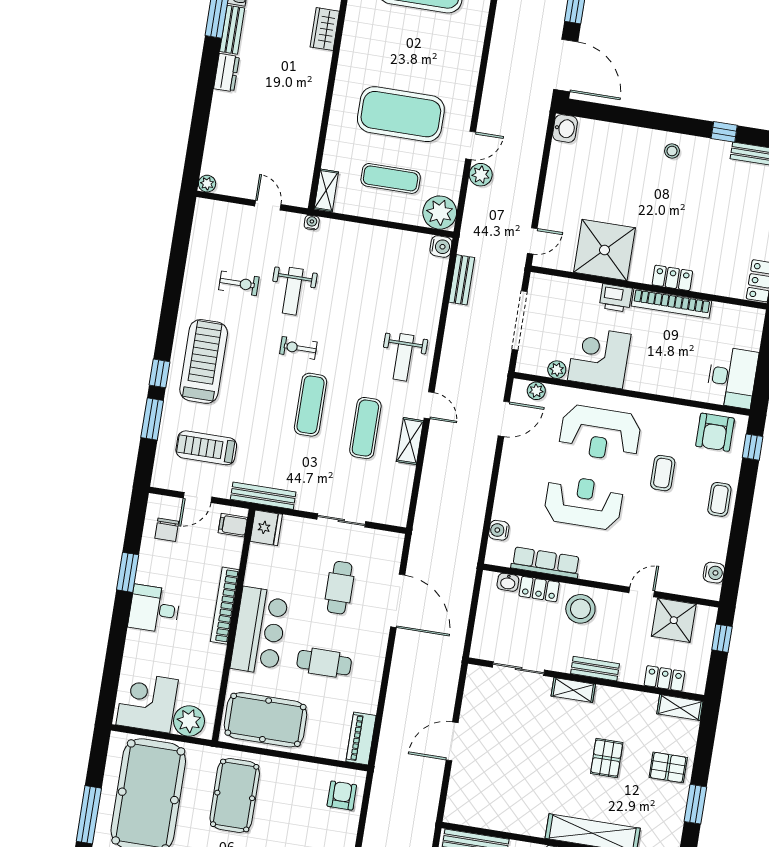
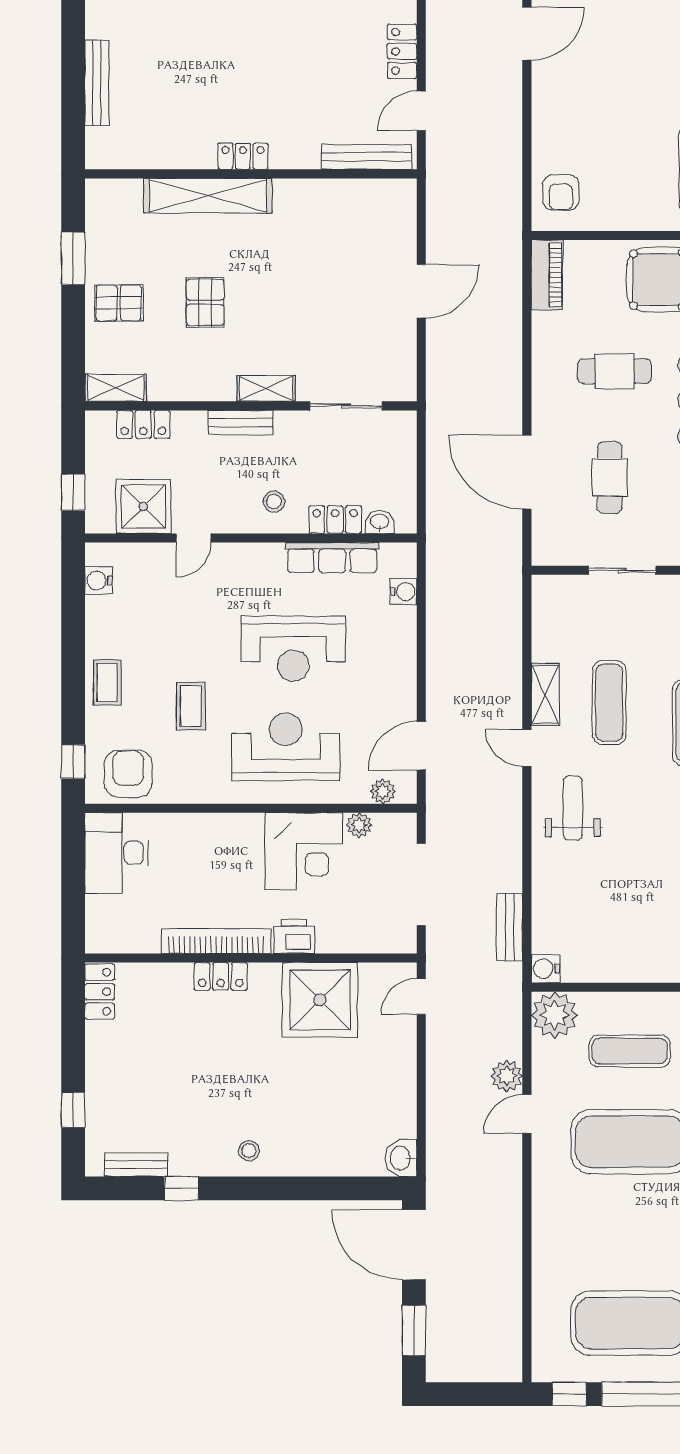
stool: (580, 609) -> (274, 502), width x0.53, depth x0.53

